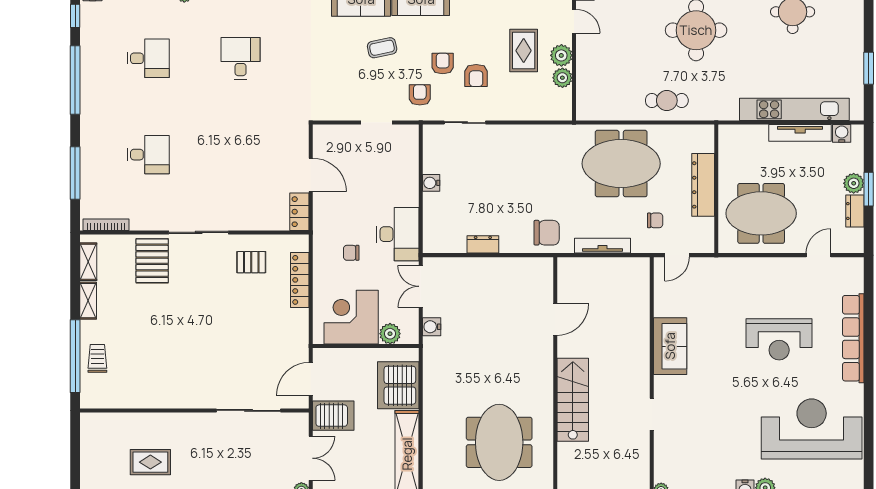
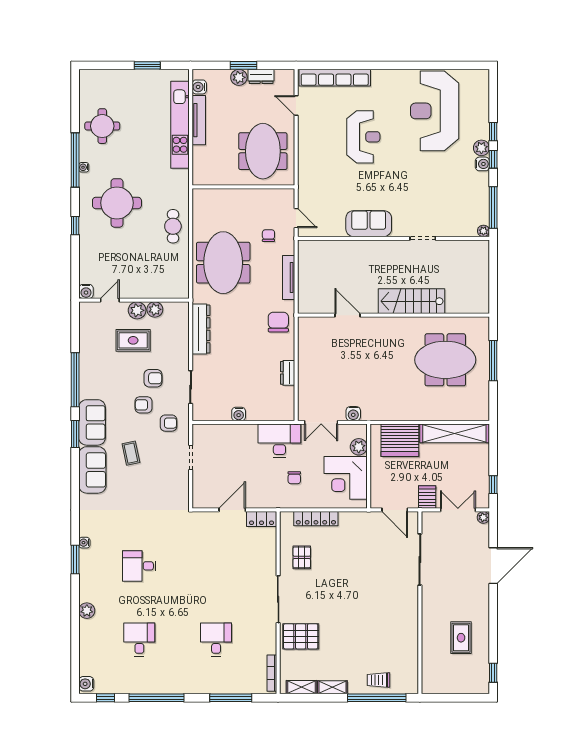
armchair: (420, 95) -> (168, 423), turned 180
dresser: (703, 185) -> (201, 329), moved, turned -90
row of seats: (853, 338) -> (335, 78), moved
server rack: (333, 416) -> (427, 497), width x0.73, depth x0.70

